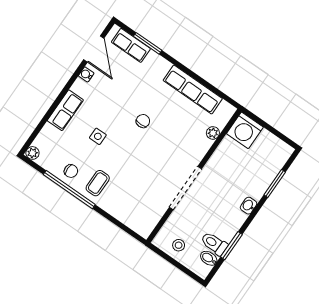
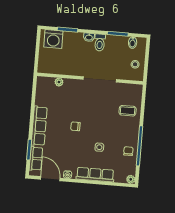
door: (94, 49) -> (50, 179), hinge flipped
row of seats: (193, 89) -> (39, 126), moved
row of seats: (65, 110) -> (95, 175), width x1.48
washing machine: (245, 130) -> (53, 39), moved, turned 90
coffee table: (98, 183) -> (128, 111), moved
toilet: (214, 244) -> (100, 42), moved

